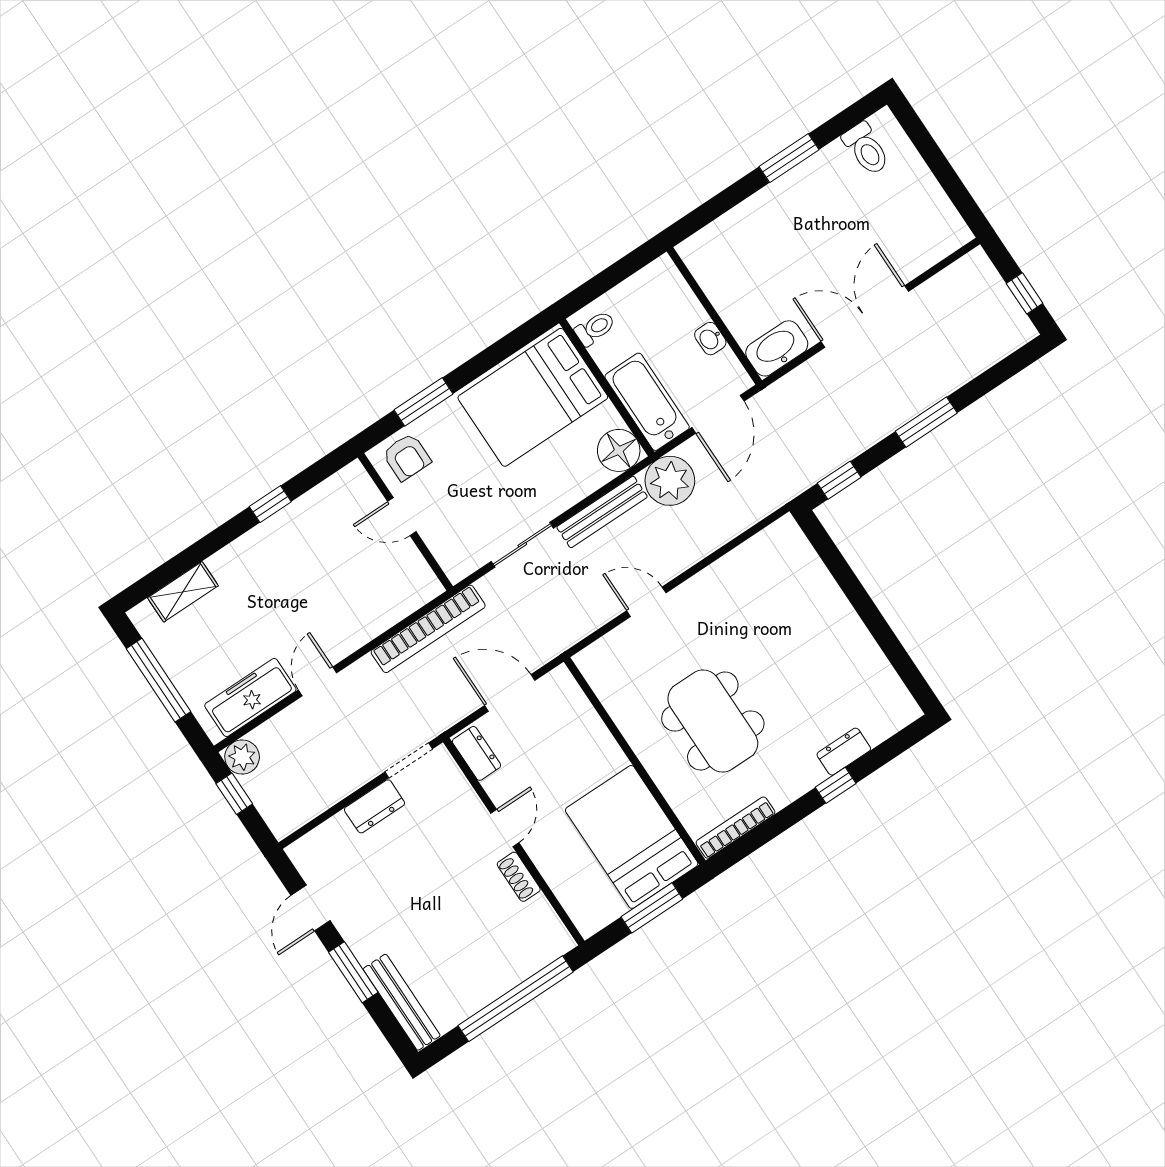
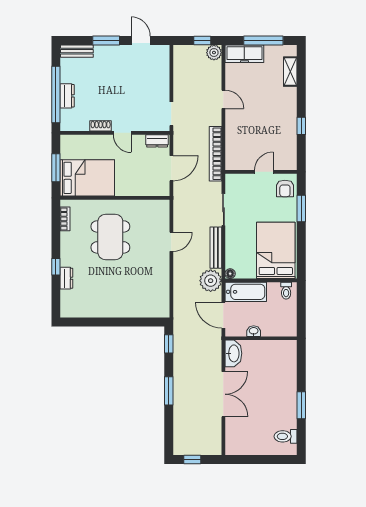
floor lamp: (619, 450) -> (230, 274), width x0.53, depth x0.53
armchair: (407, 457) -> (285, 188), turned -90
freezer: (250, 697) -> (244, 54), moved, turned 90
dining table: (713, 721) -> (110, 237), turned 90
dresser: (374, 806) -> (67, 96), moved, turned 180
bookcase: (735, 828) -> (65, 219), width x0.64
bench: (402, 1002) -> (77, 51), width x0.73

